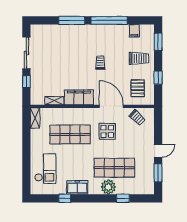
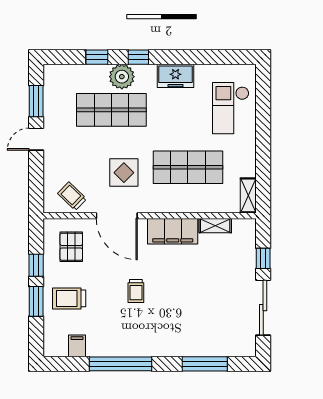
window: (72, 20) -> (205, 364), moved
window: (158, 42) -> (36, 301), moved
window: (65, 198) -> (138, 57), moved

